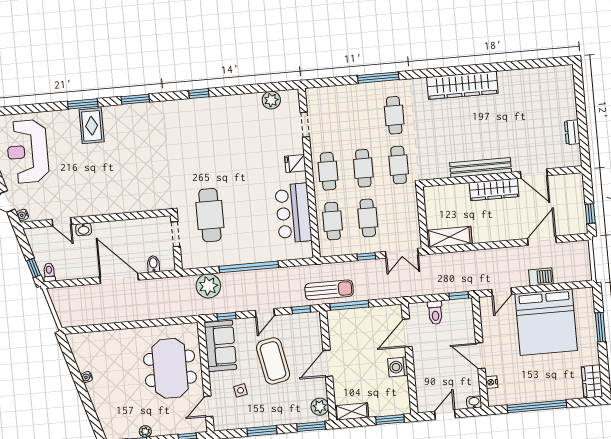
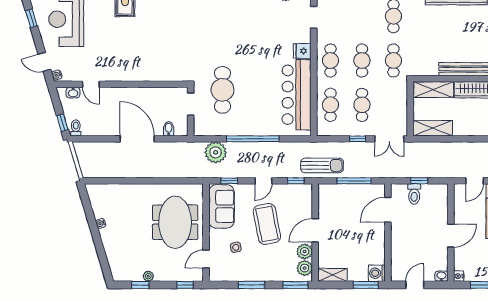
shelving: (446, 194) -> (433, 90), added
bar counter: (293, 213) -> (297, 95), width x1.36
washbasin: (84, 229) -> (73, 93), moved
window: (459, 296) -> (419, 181), moved
window: (349, 305) -> (354, 181), moved
door: (480, 356) -> (451, 236), swing flipped
washing machine: (398, 367) -> (377, 273), moved
nightstand: (492, 382) -> (459, 276), moved
plant: (318, 388) -> (305, 251), added

